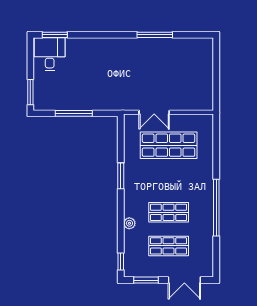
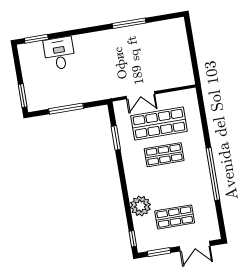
desk: (50, 54) -> (59, 53), moved
window: (121, 176) -> (116, 138), moved
shop shelf: (169, 212) -> (164, 155), moved
plant: (129, 223) -> (140, 206), width x1.88, depth x1.88

